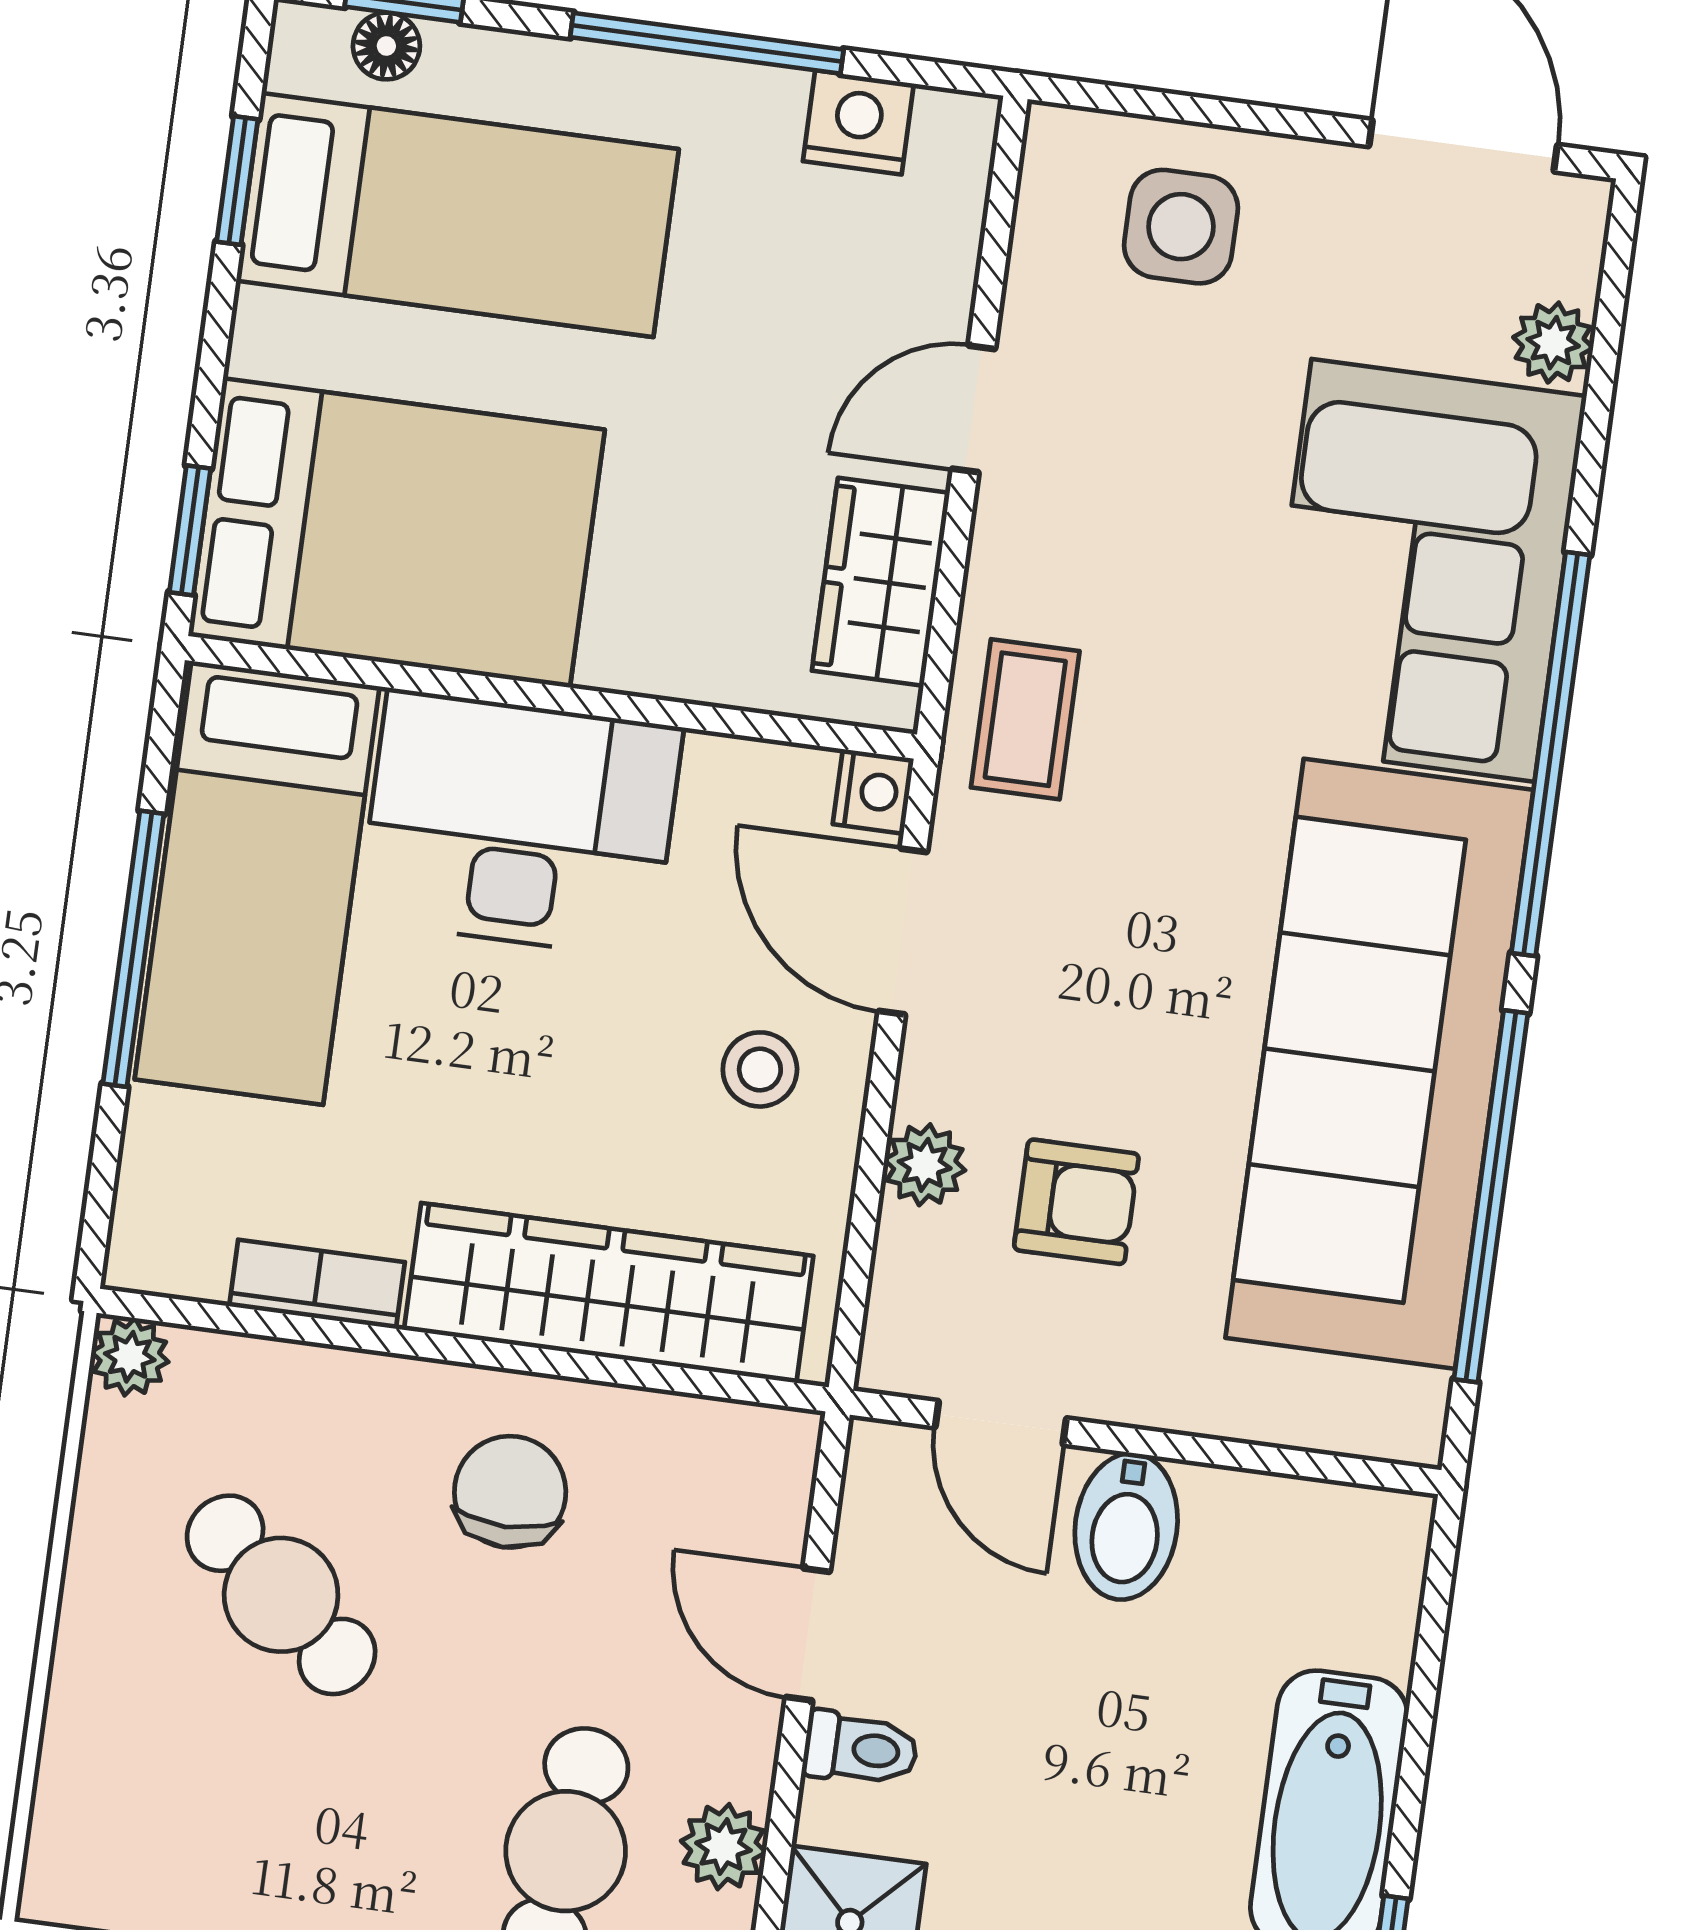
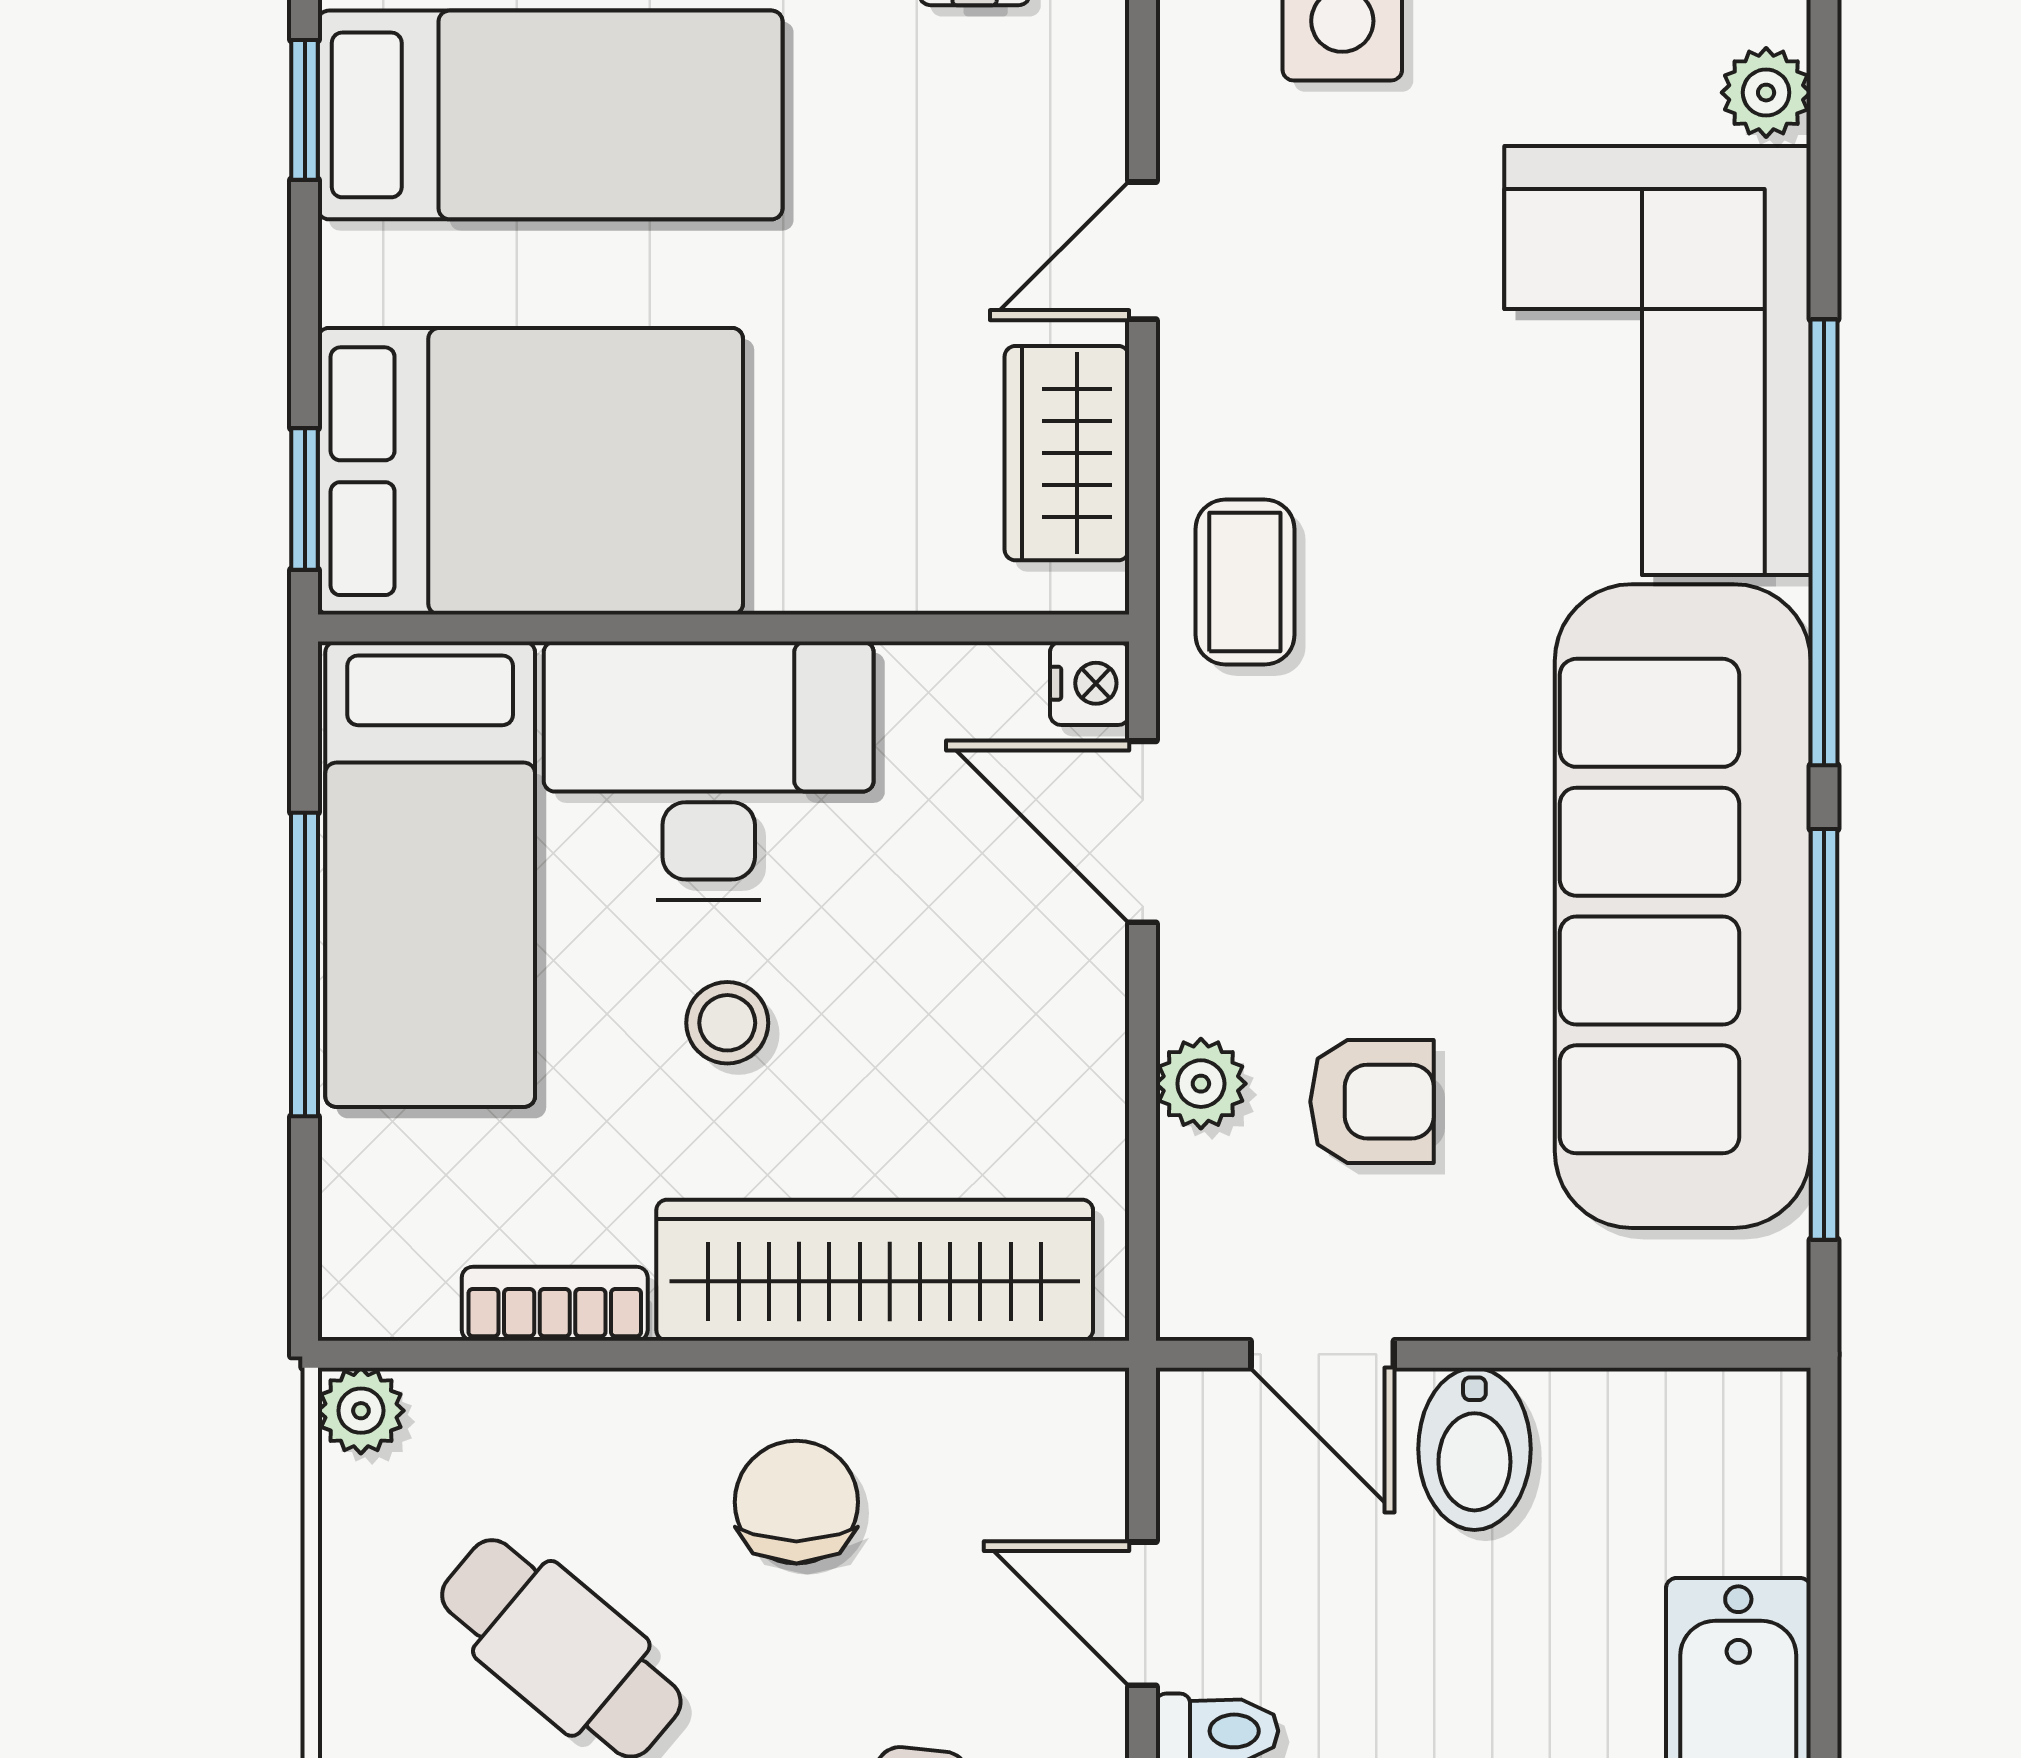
stool: (760, 1069) -> (727, 1023), moved

